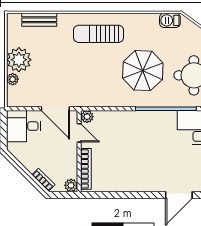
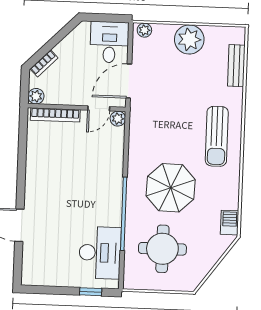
sun lounger: (99, 34) -> (217, 136), turned 180
plant: (13, 79) -> (144, 30), moved

